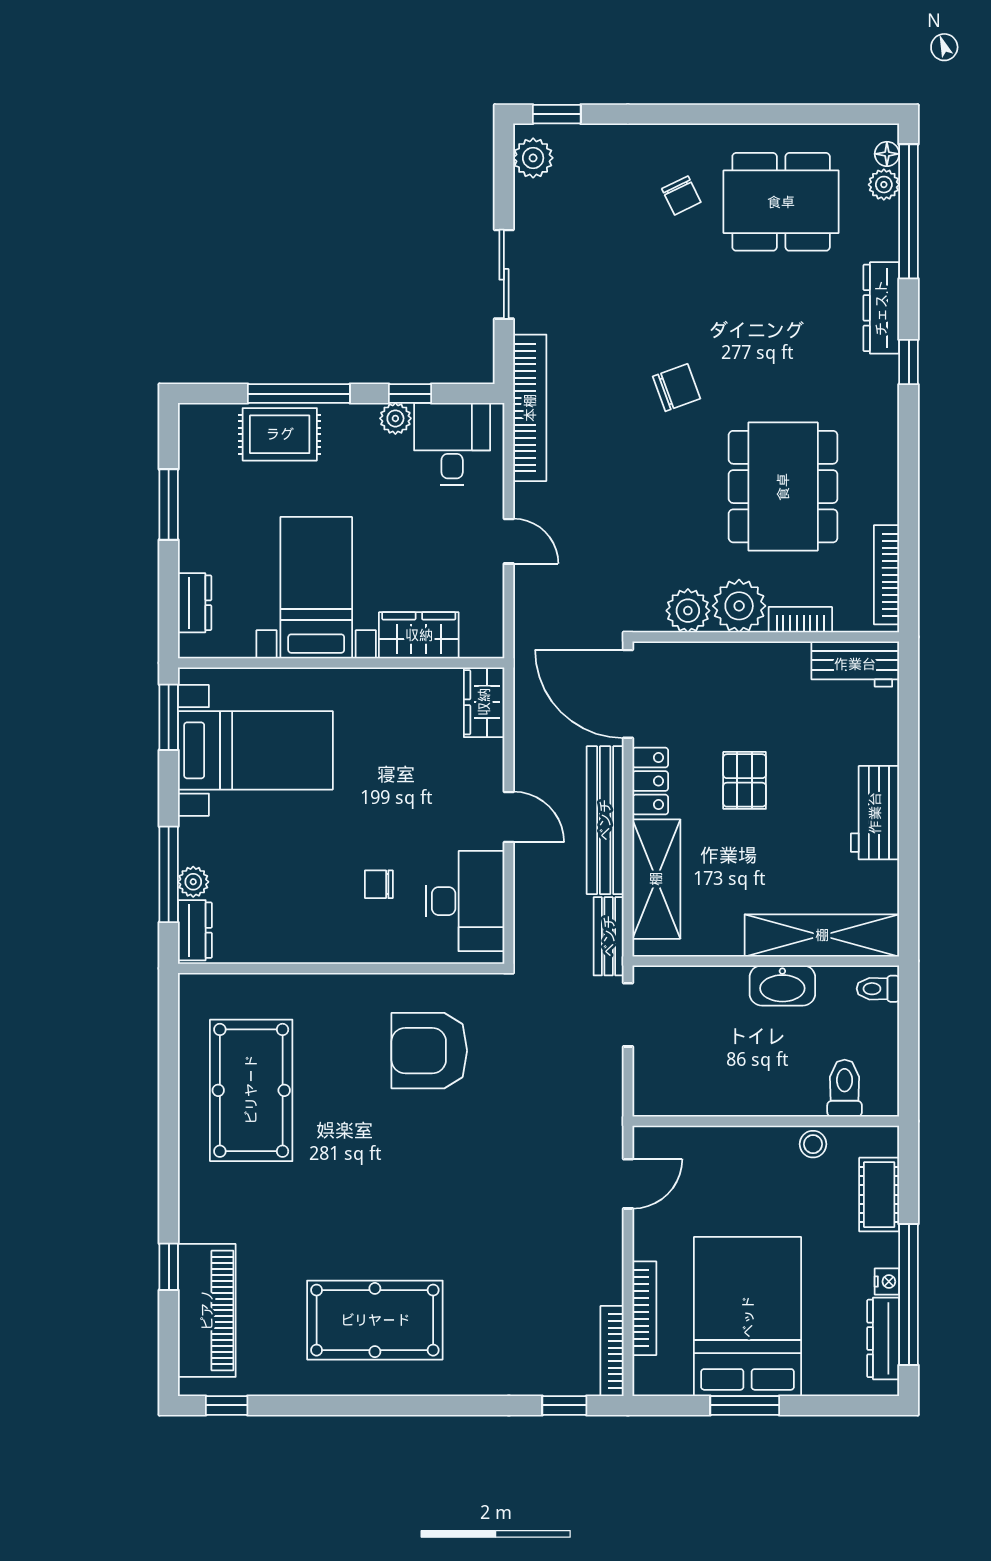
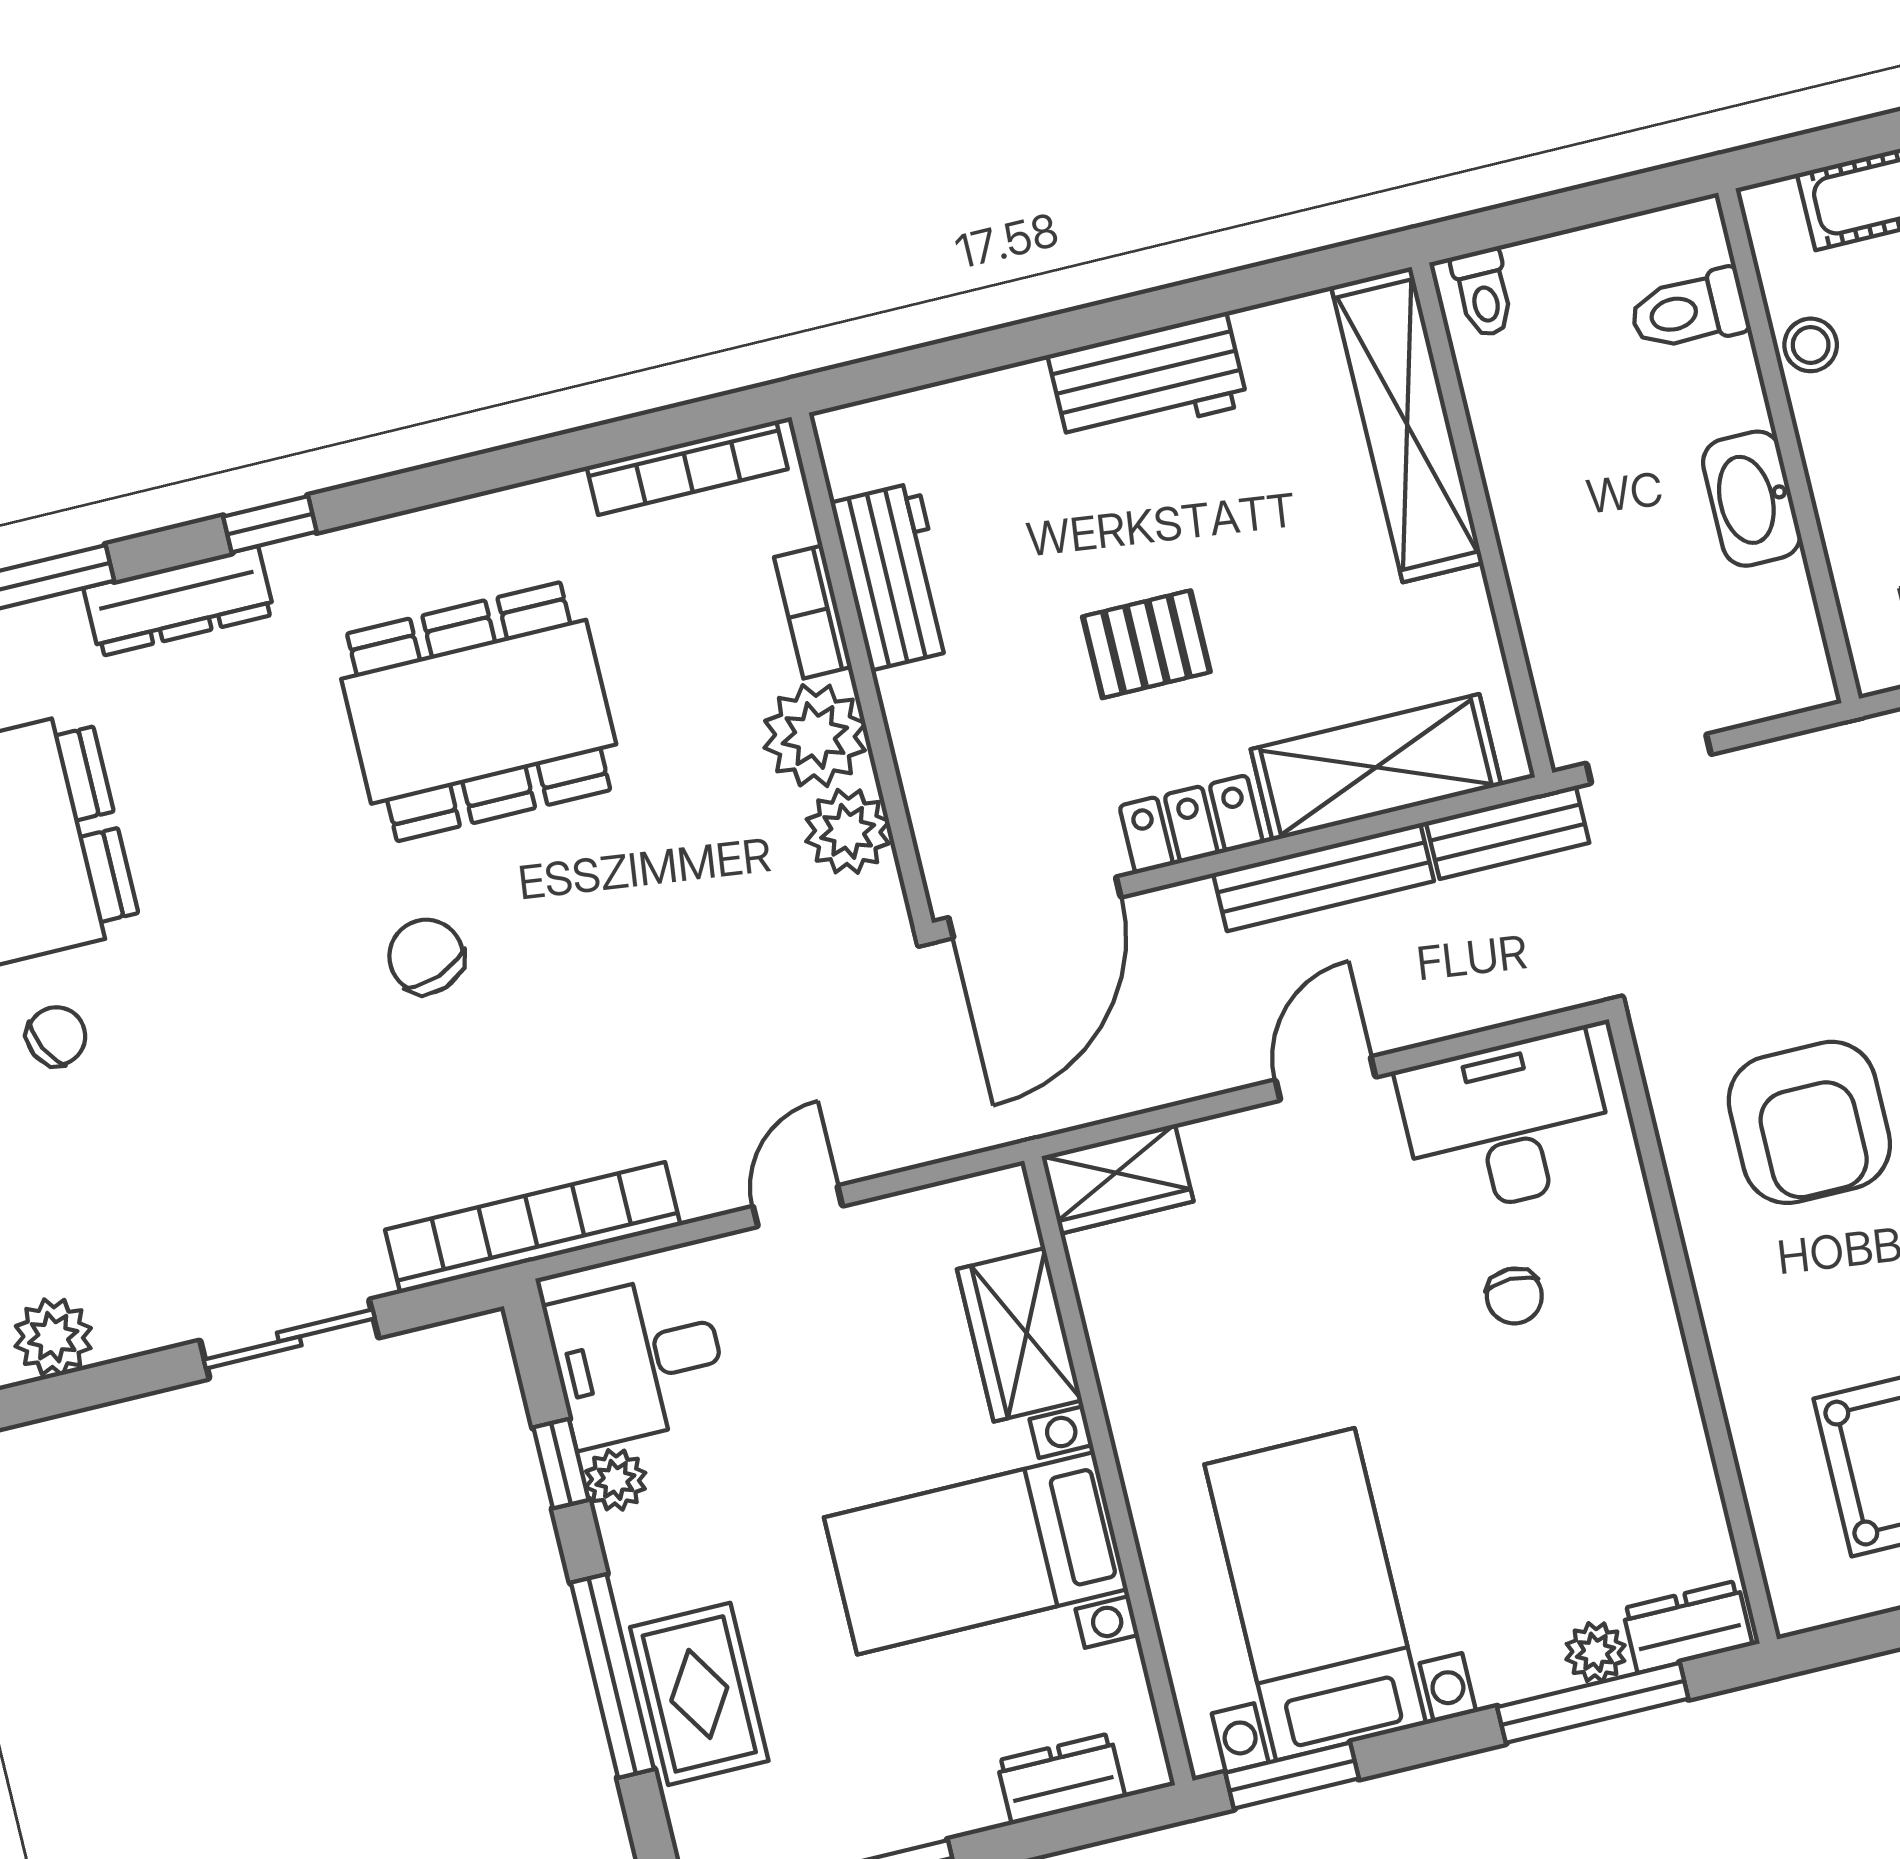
dining table: (783, 487) -> (479, 712), moved
workbench: (855, 664) -> (894, 576), moved
bench: (605, 820) -> (1323, 877), width x0.73, depth x0.82
washbasin: (782, 985) -> (1752, 499), moved, turned 180

